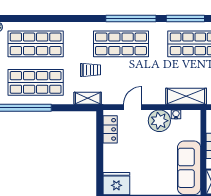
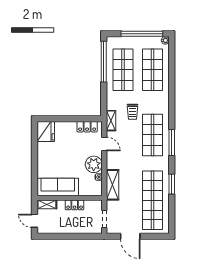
window: (131, 19) -> (172, 143), width x0.68
window: (185, 19) -> (172, 184), width x0.69
shelving: (88, 98) -> (111, 121), moved

